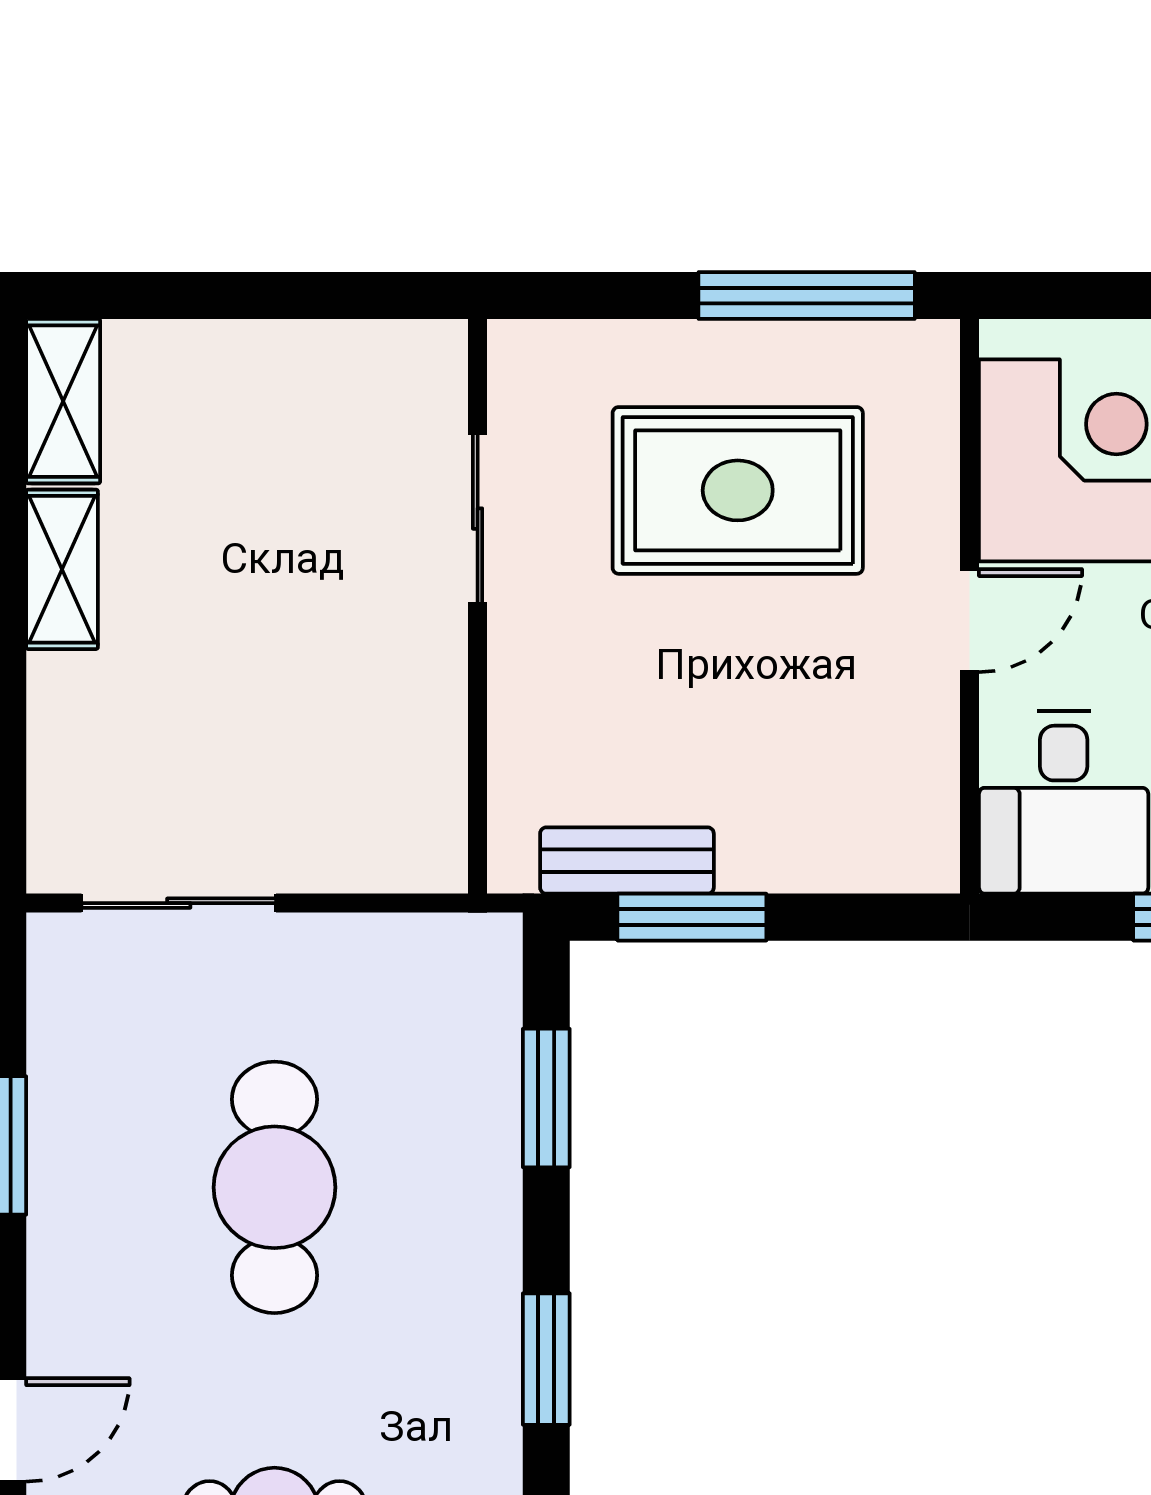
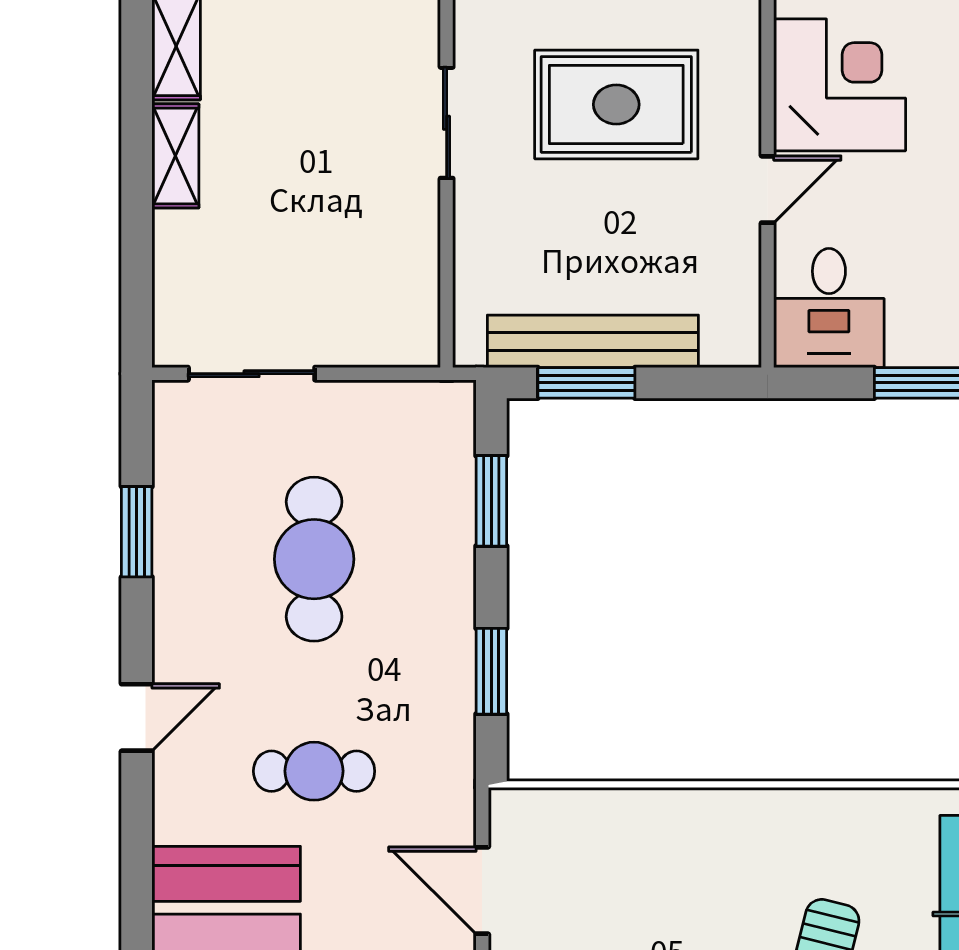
bench: (627, 861) -> (593, 341), width x1.86, depth x1.21

